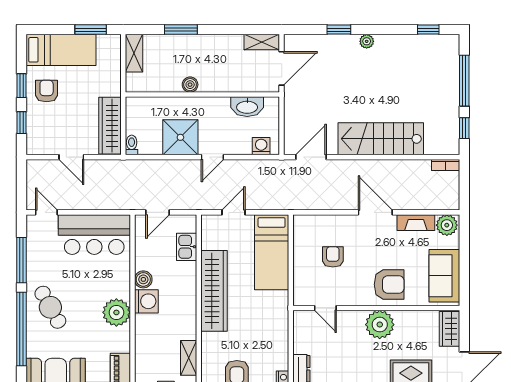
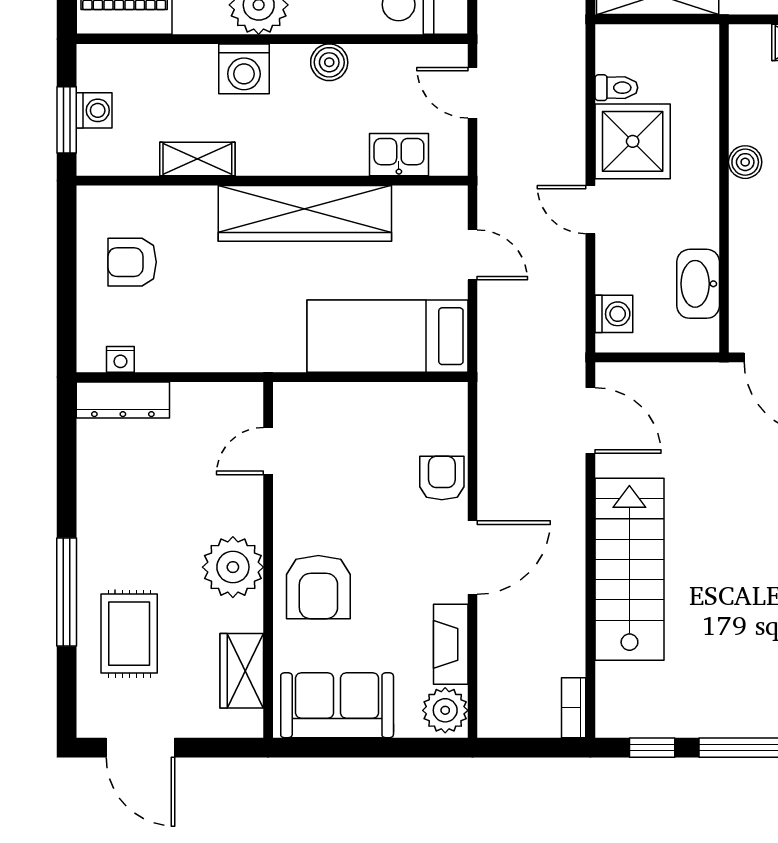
toilet: (132, 145) -> (616, 88), moved
armchair: (333, 257) -> (442, 478), moved, turned -90
washing machine: (146, 301) -> (244, 69), moved
wardrobe: (450, 329) -> (242, 671), moved, turned -90
shelving: (189, 358) -> (197, 159), moved

